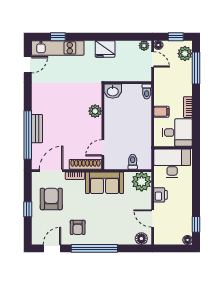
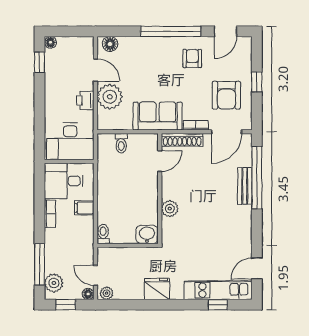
plant: (142, 182) -> (110, 97), moved

